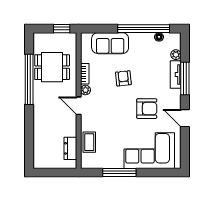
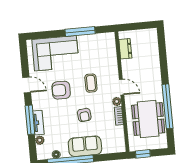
sofa: (110, 43) -> (85, 146), moved
dining table: (52, 67) -> (148, 119), width x1.38
coffee table: (89, 142) -> (91, 83), moved

